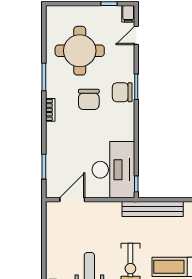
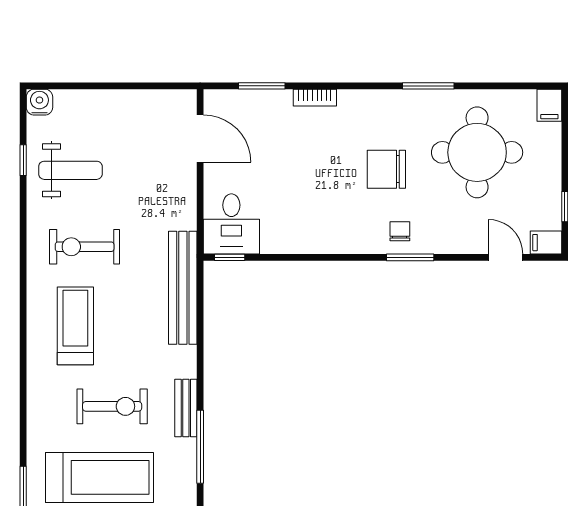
filing cabinet: (54, 12) -> (549, 105), added
chair: (122, 92) -> (400, 231), width x0.54, depth x0.54
bookcase: (50, 110) -> (315, 98), moved
desk: (113, 170) -> (231, 224), width x0.53, depth x0.77

